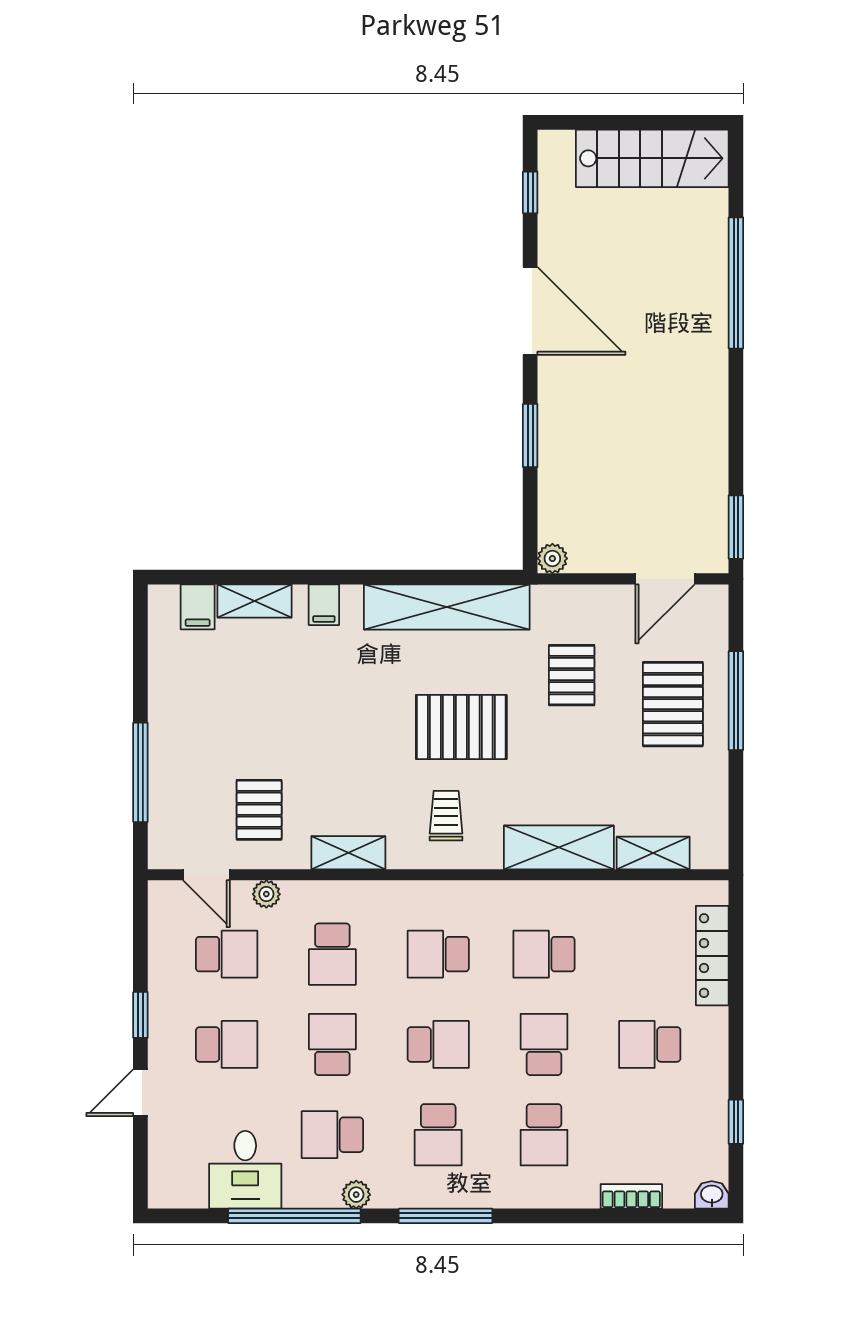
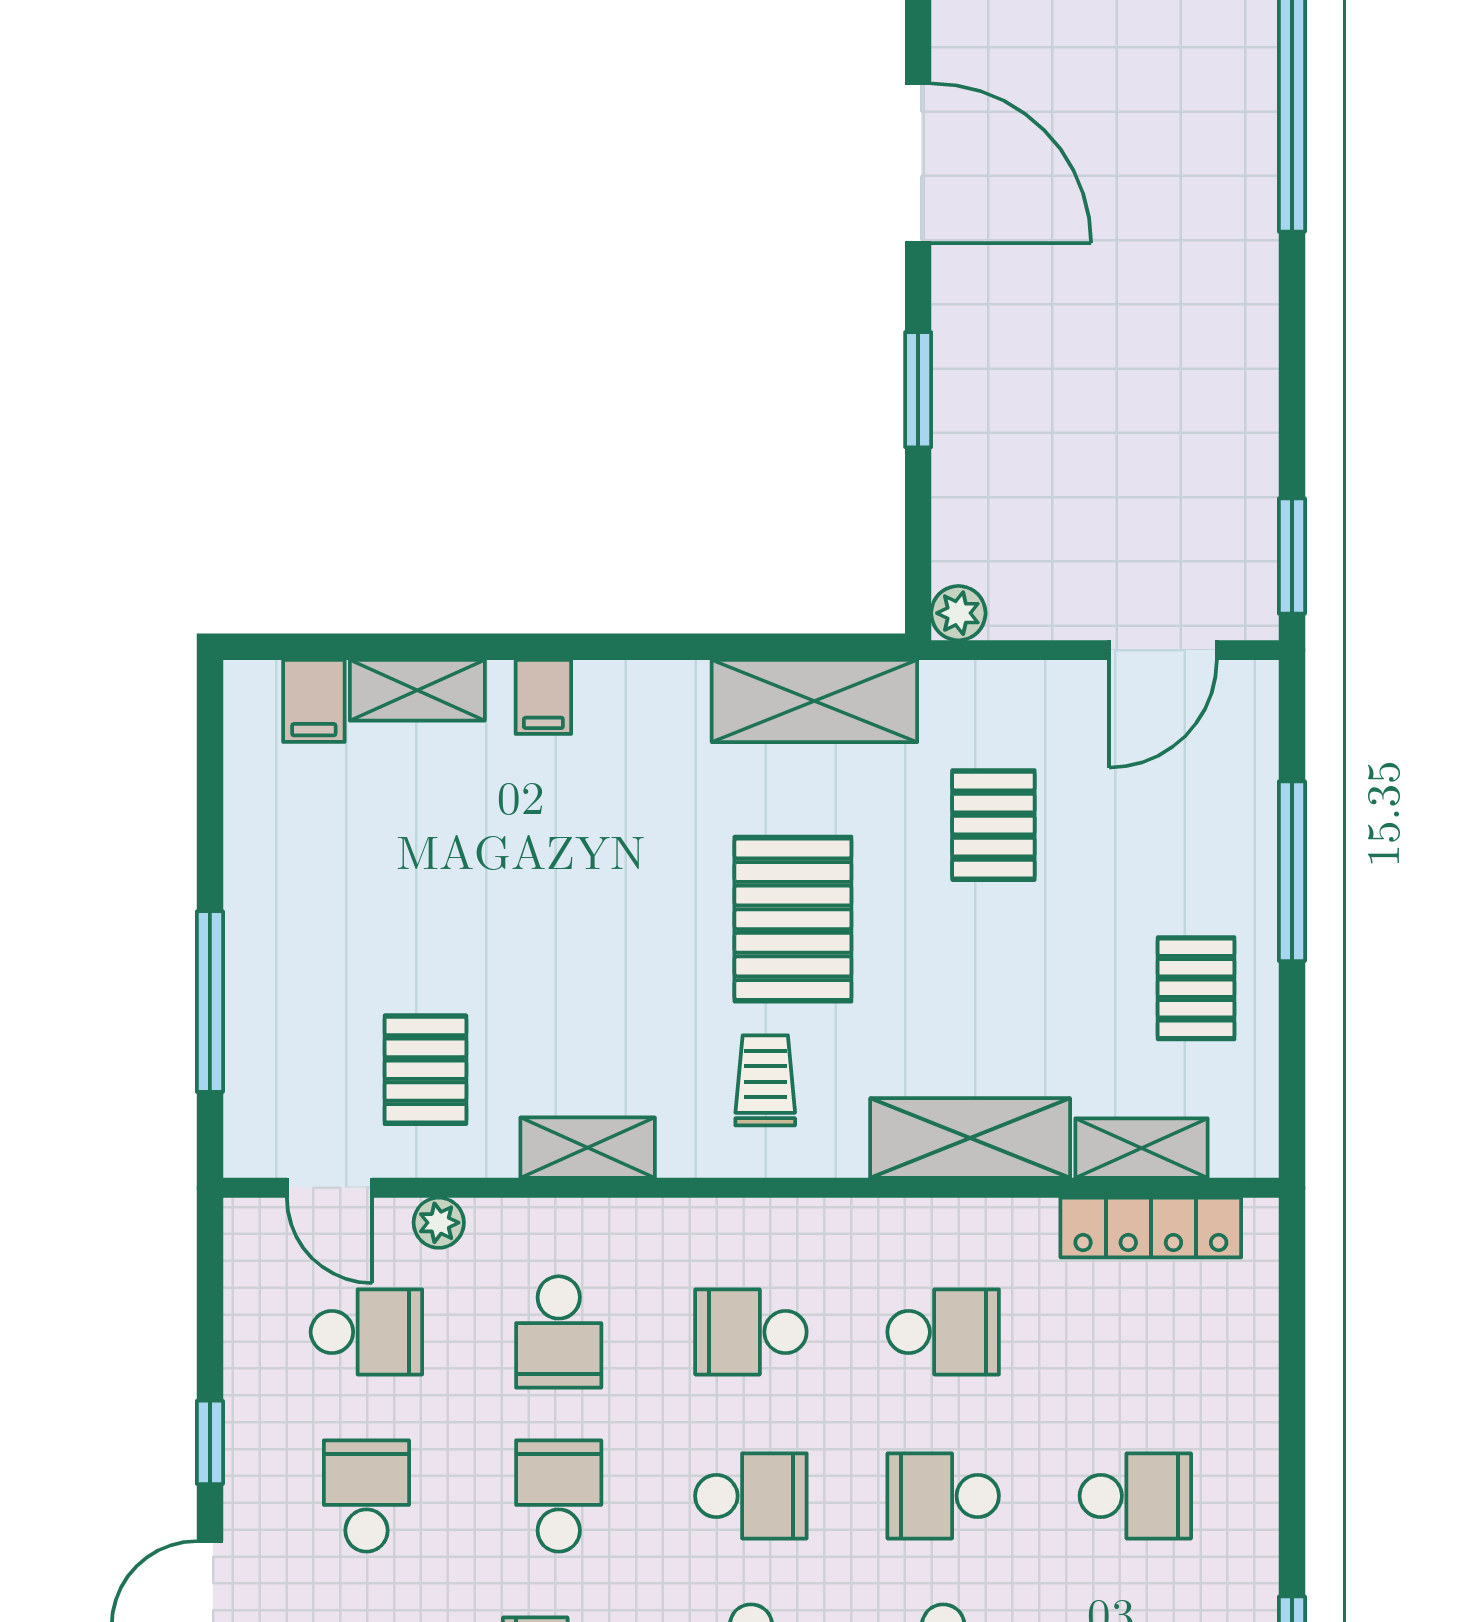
shelving: (447, 607) -> (814, 701), width x0.68
pallet: (673, 704) -> (1196, 988), moved, width x0.67, depth x0.71
pallet: (461, 727) -> (793, 919), turned 90
school desk: (544, 954) -> (943, 1332), turned 180
locker: (712, 956) -> (1151, 1228), moved, turned -90
school desk: (227, 1044) -> (366, 1496), turned -90
school desk: (544, 1044) -> (943, 1496), turned -90
school desk: (650, 1044) -> (1135, 1496), turned 180

